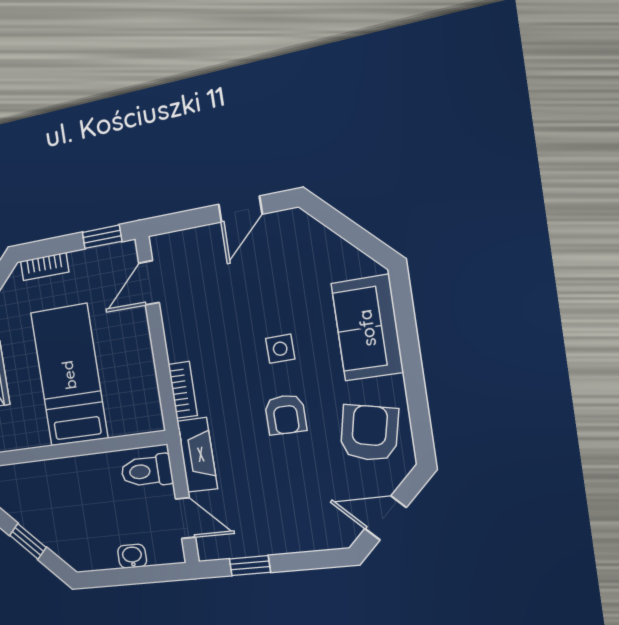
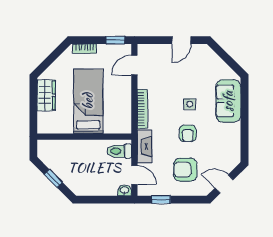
bookcase: (183, 390) -> (142, 109), width x1.56
armchair: (369, 433) -> (185, 170), moved, turned -102
washbasin: (132, 556) -> (125, 190), moved

